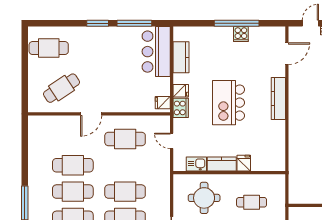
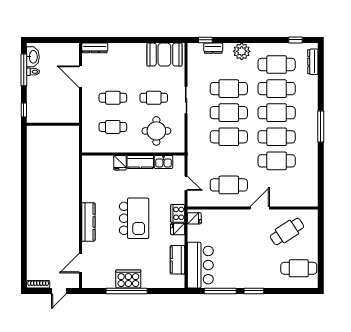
cooker: (241, 34) -> (128, 279), width x1.87, depth x1.31

